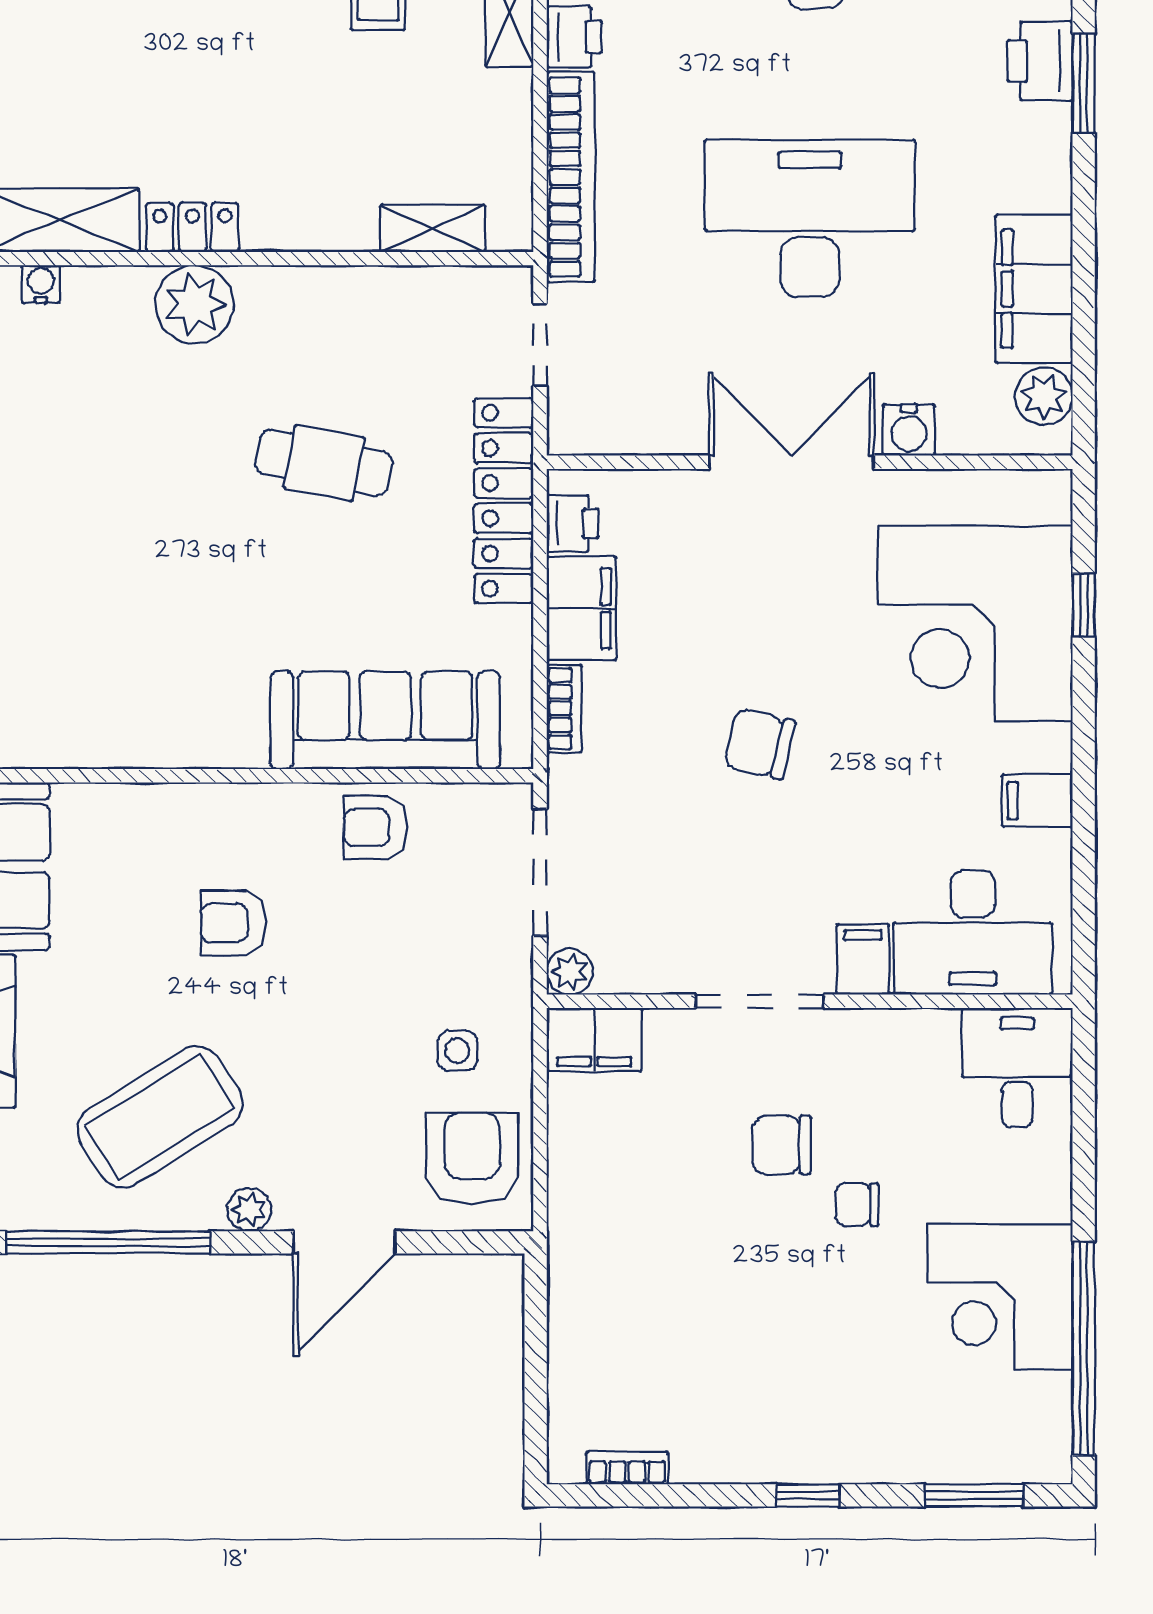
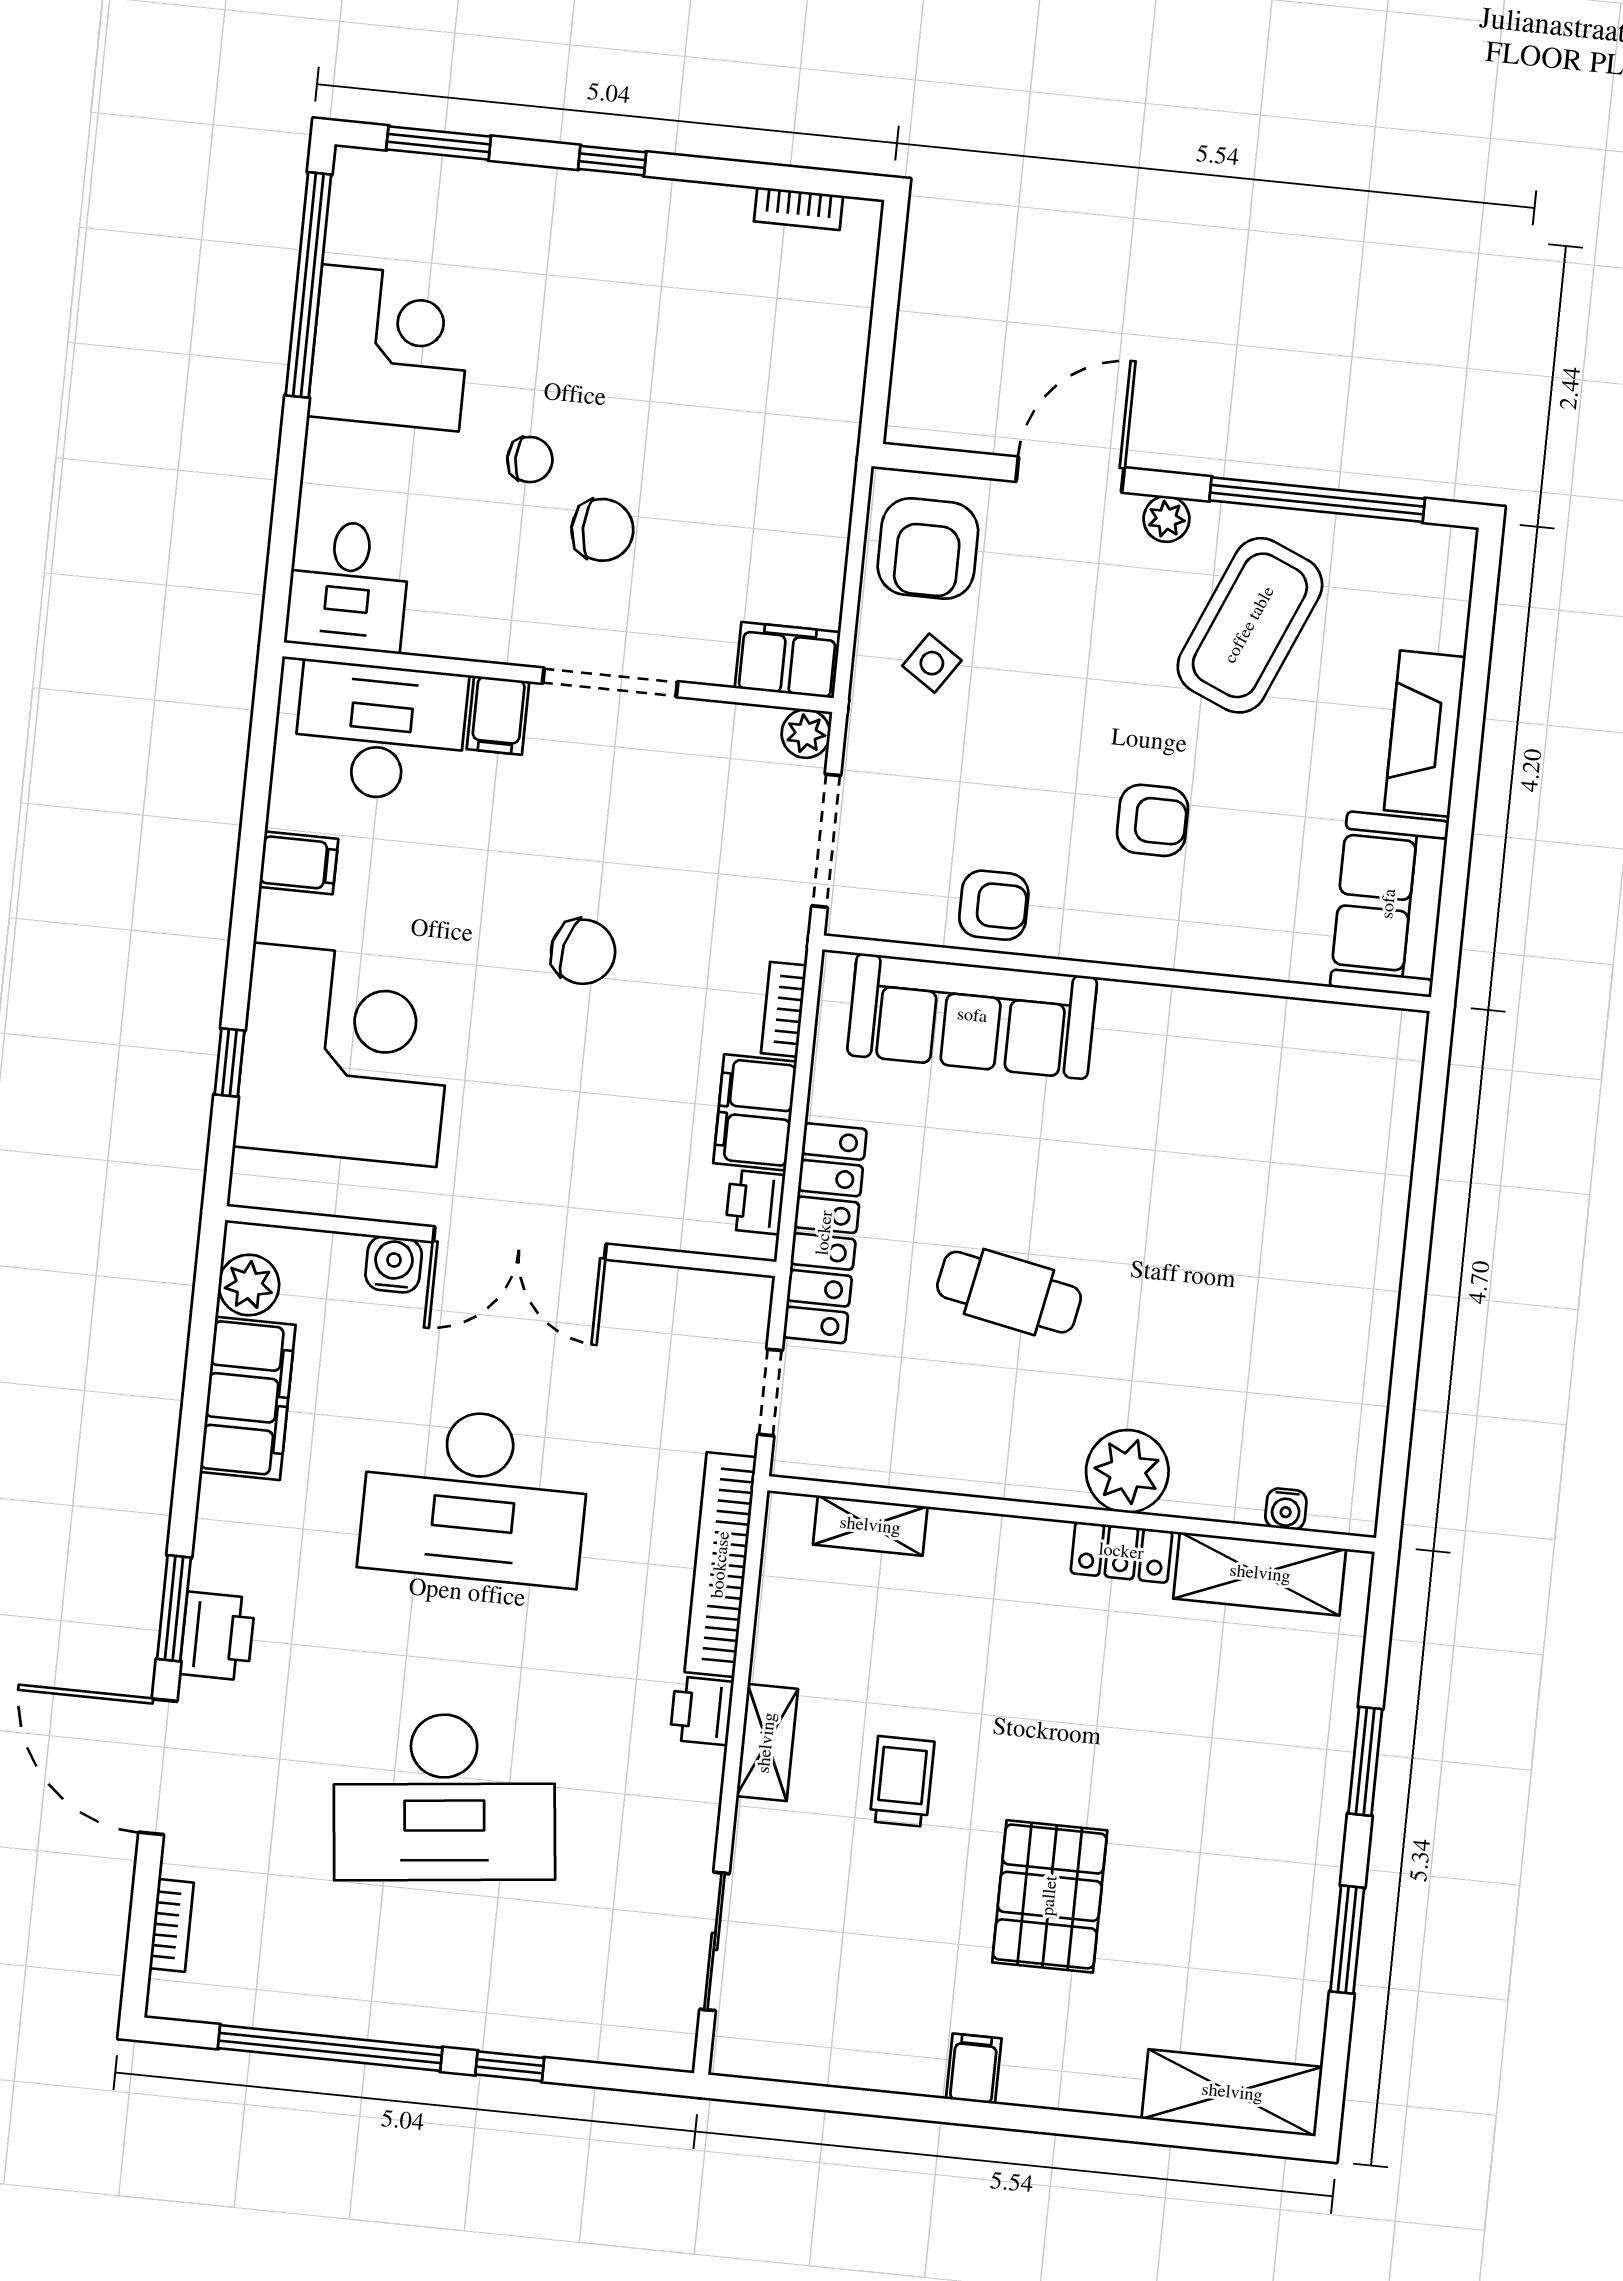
side table: (457, 1051) -> (932, 663), turned 34
coffee table: (160, 1117) -> (1250, 625), turned -35

